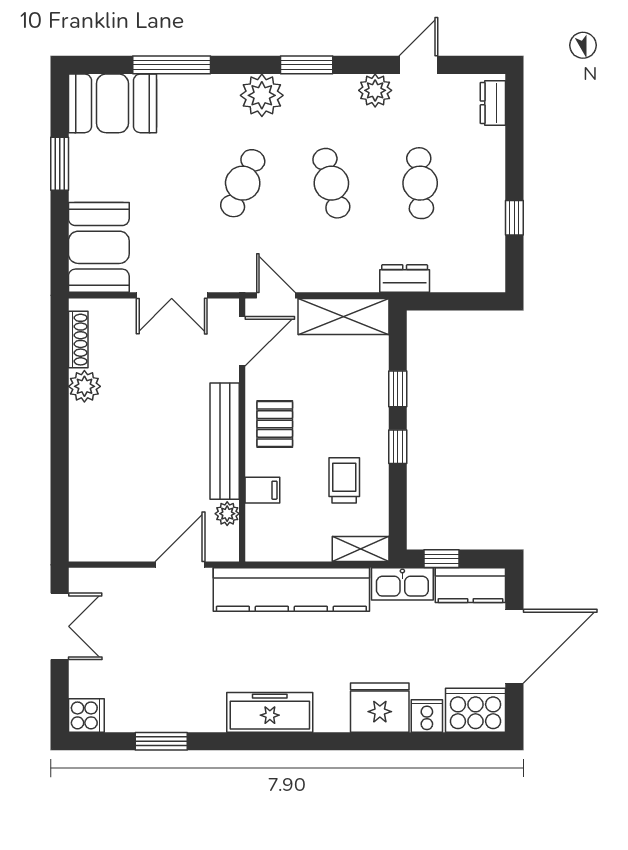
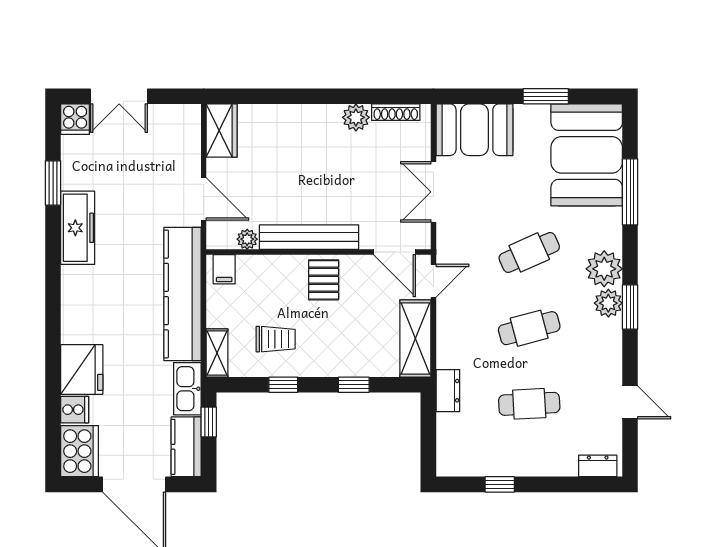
plant: (375, 90) -> (608, 303), moved
booth: (112, 103) -> (587, 155), width x1.36, depth x1.42
cafe table: (243, 183) -> (529, 252), turned -48
pallet: (275, 424) -> (324, 280), turned 90
window: (398, 447) -> (283, 385), moved
filing cabinet: (262, 490) -> (224, 269), moved
wardrobe: (100, 544) -> (222, 131), added
double door: (60, 626) -> (119, 96), moved
freezer: (270, 712) -> (78, 228), moved

